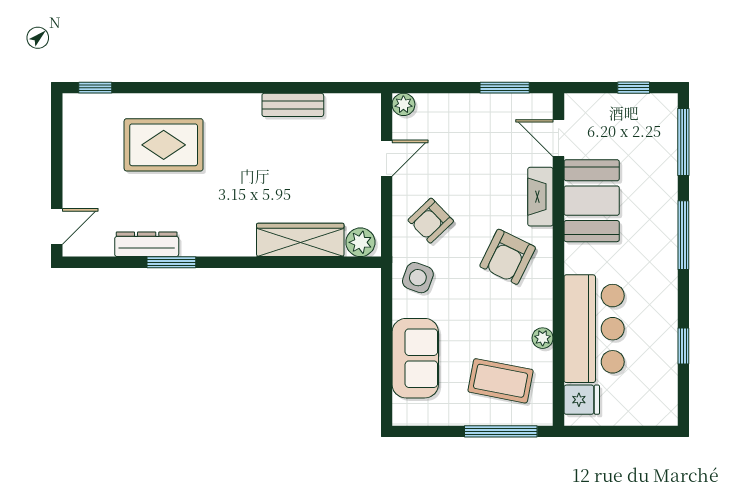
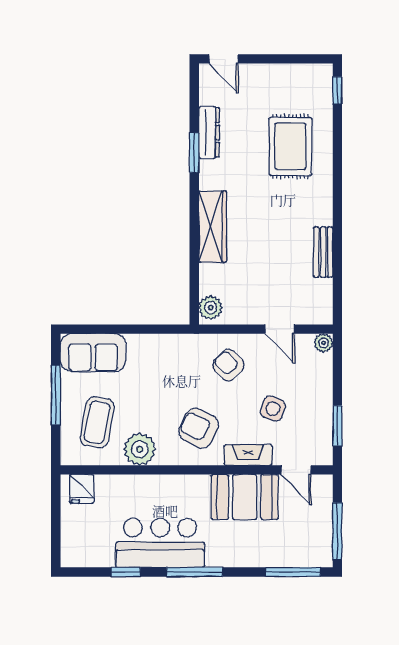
window: (634, 88) -> (337, 531), width x2.17
door: (559, 138) -> (296, 470), swing flipped
window: (683, 235) -> (195, 572), moved
wardrobe: (300, 240) -> (213, 227), moved
side table: (418, 278) -> (273, 409), moved
bar counter: (594, 329) -> (160, 543), moved, turned 180
plant: (543, 338) -> (140, 449), width x1.87, depth x1.87
sofa: (415, 358) -> (93, 353), moved
window: (501, 431) -> (56, 395), moved

